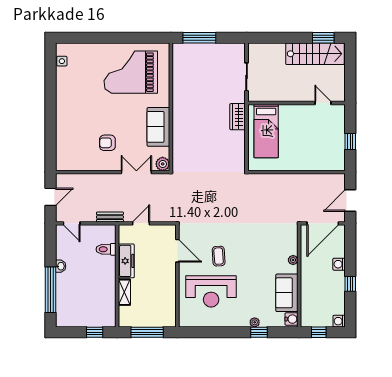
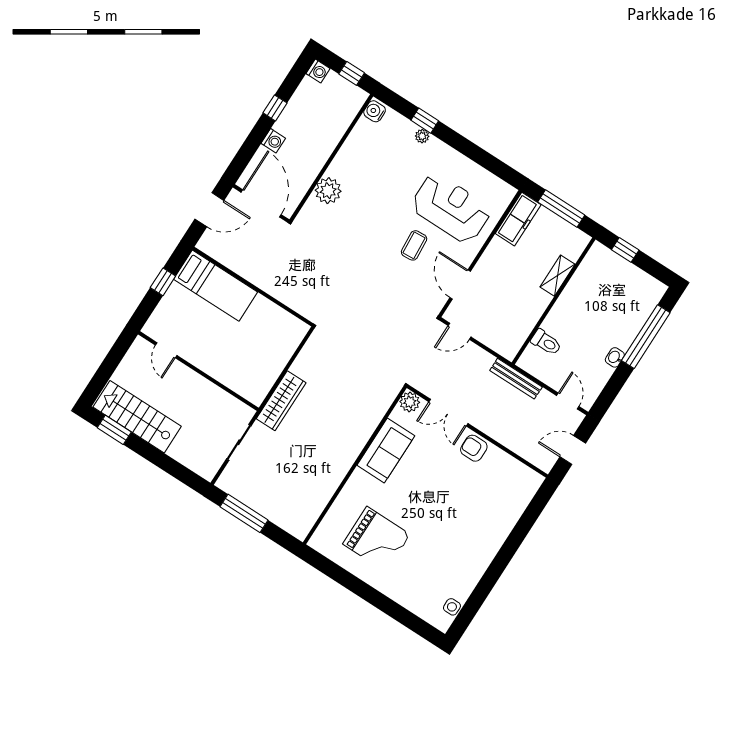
window: (199, 38) -> (244, 513), moved
grand piano: (131, 72) -> (377, 539), width x0.73, depth x0.68
wardrobe: (238, 117) -> (281, 401), width x1.50
bed: (266, 131) -> (216, 286), moved, turned 90
armchair: (107, 143) -> (474, 448), moved, turned 180
bench: (110, 217) -> (516, 379), width x1.36
door: (141, 223) -> (460, 331), moved
door: (323, 223) -> (261, 203), hinge flipped
plant: (293, 260) -> (328, 191), width x1.88, depth x1.88
freezer: (126, 261) -> (518, 219), moved, turned 180
sofa: (287, 293) -> (360, 147), removed

